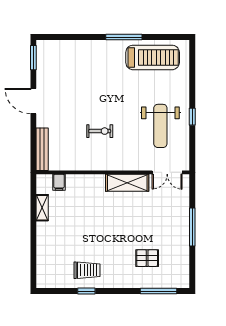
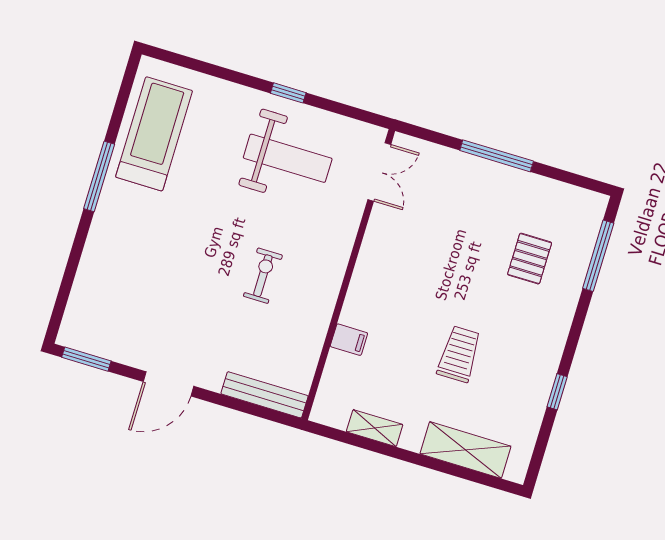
filing cabinet: (59, 182) -> (349, 340), moved
shelving: (127, 183) -> (465, 450), moved, turned 90
trolley: (87, 270) -> (459, 354), moved

